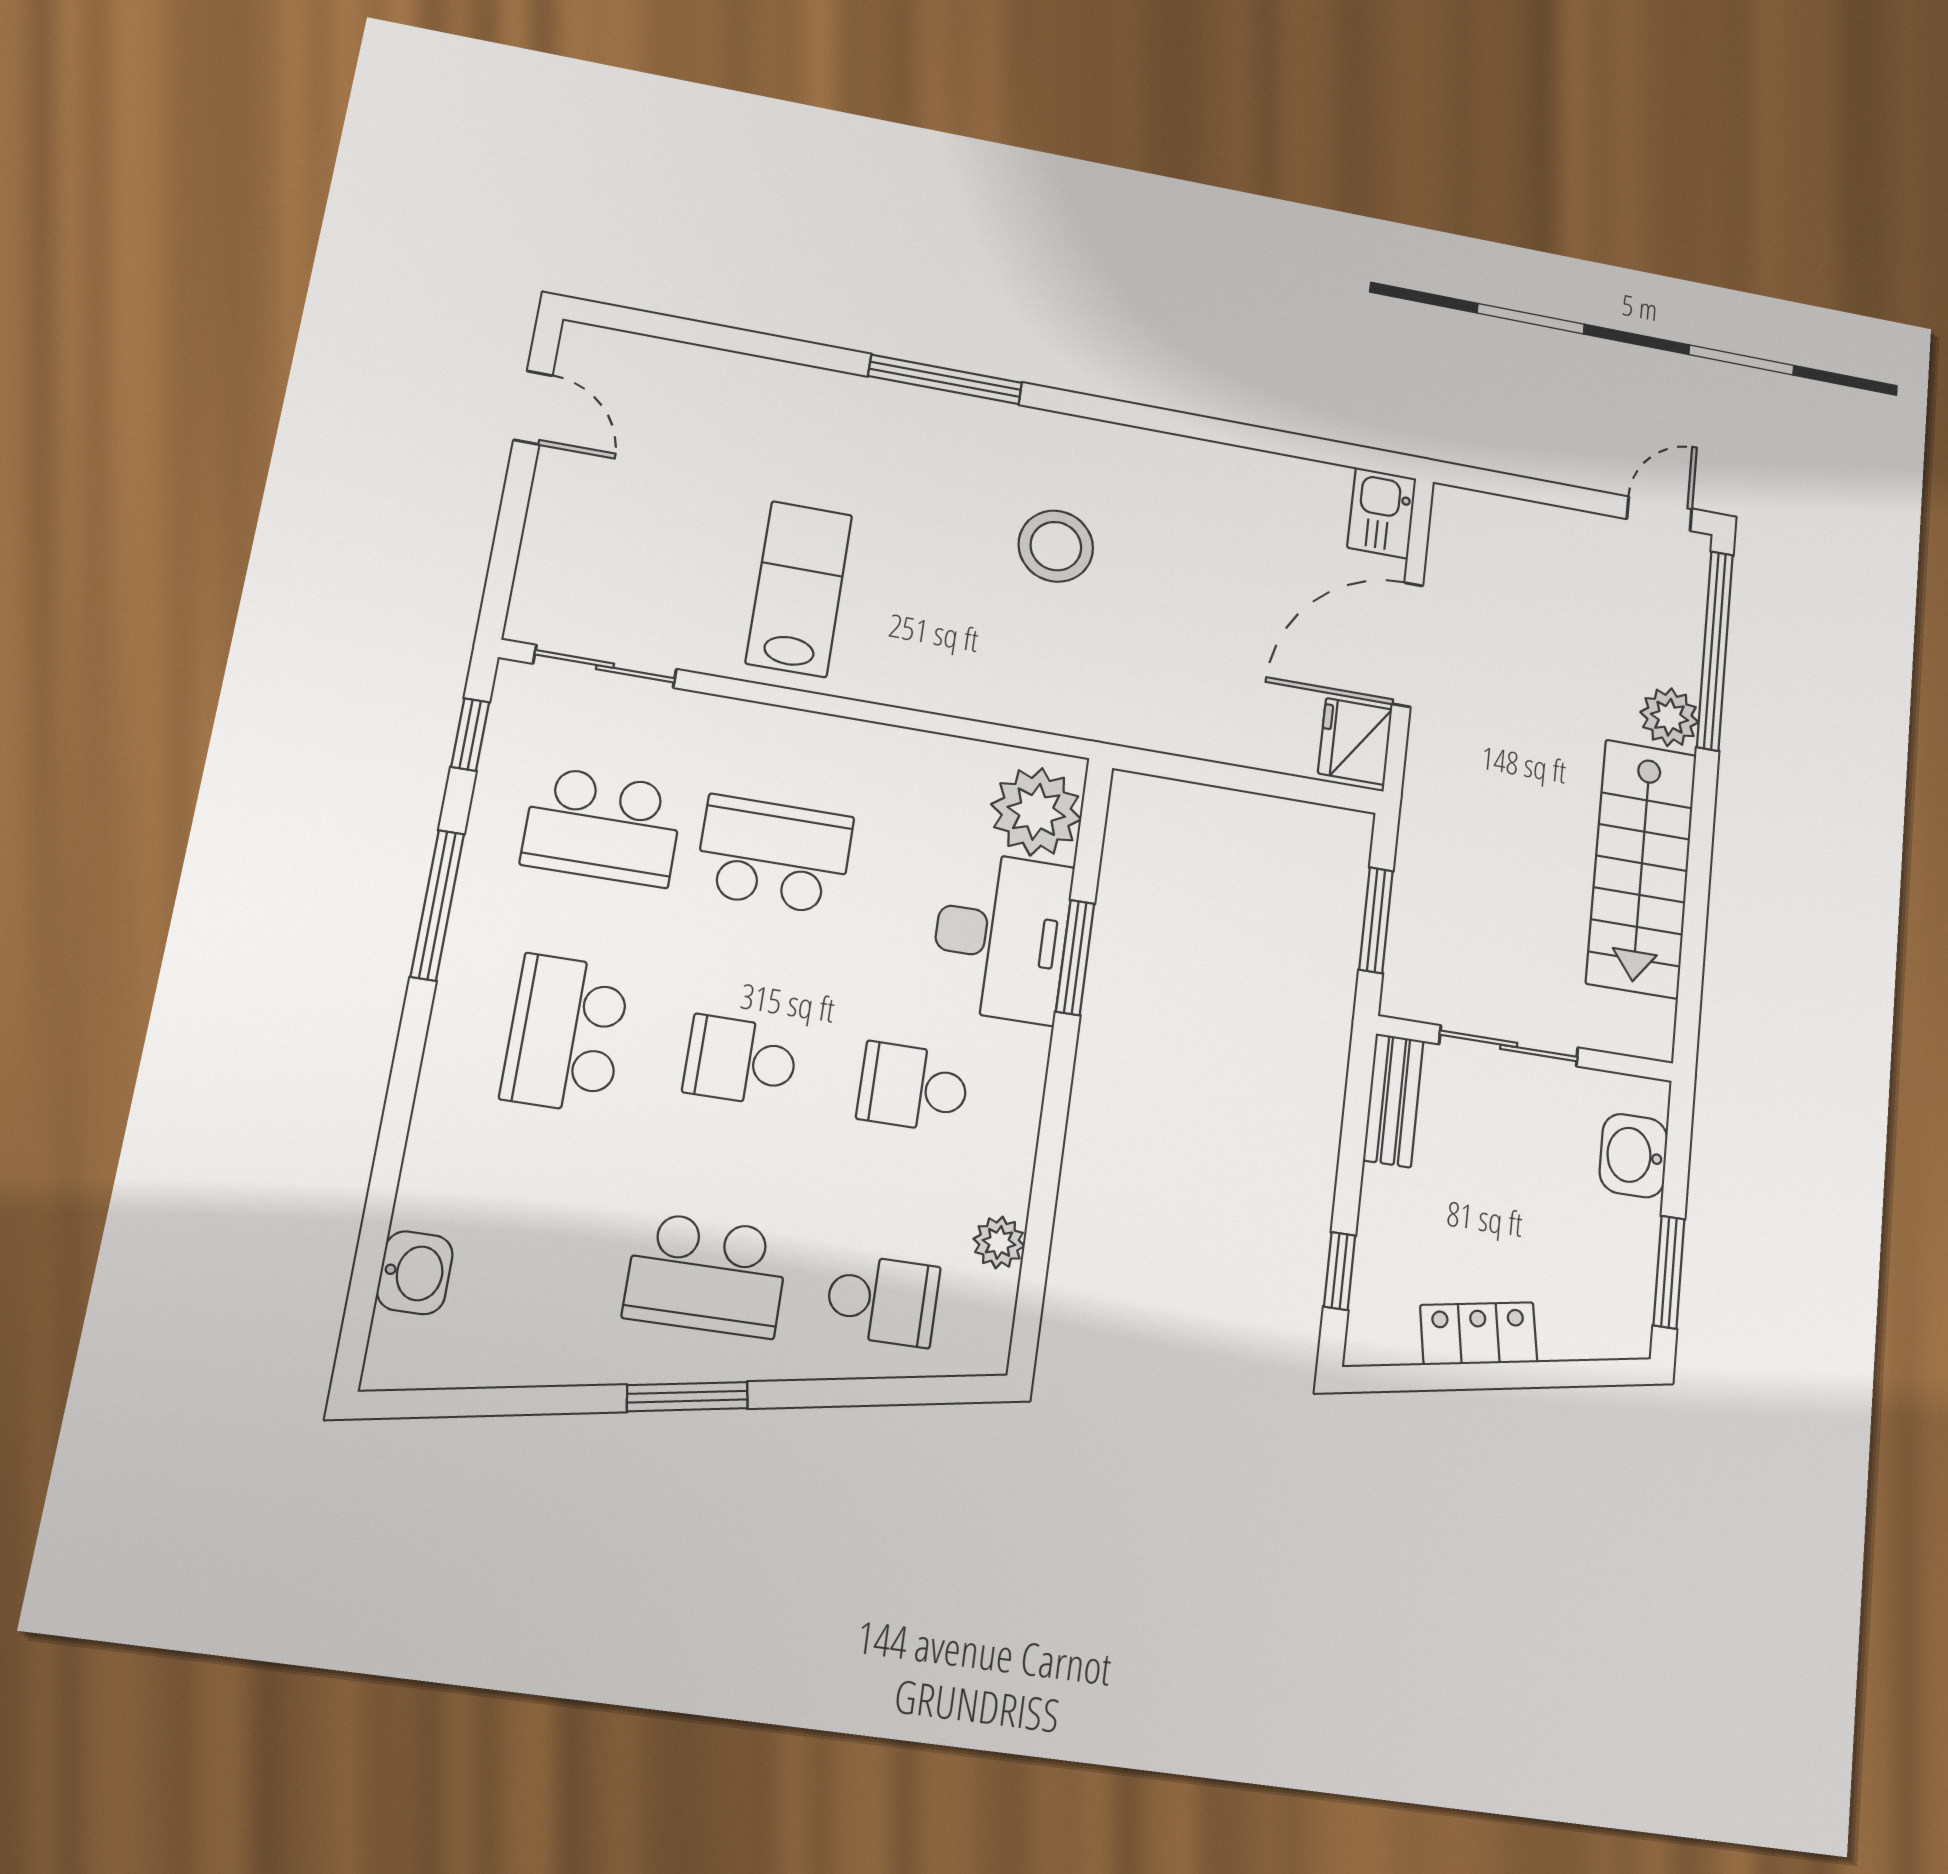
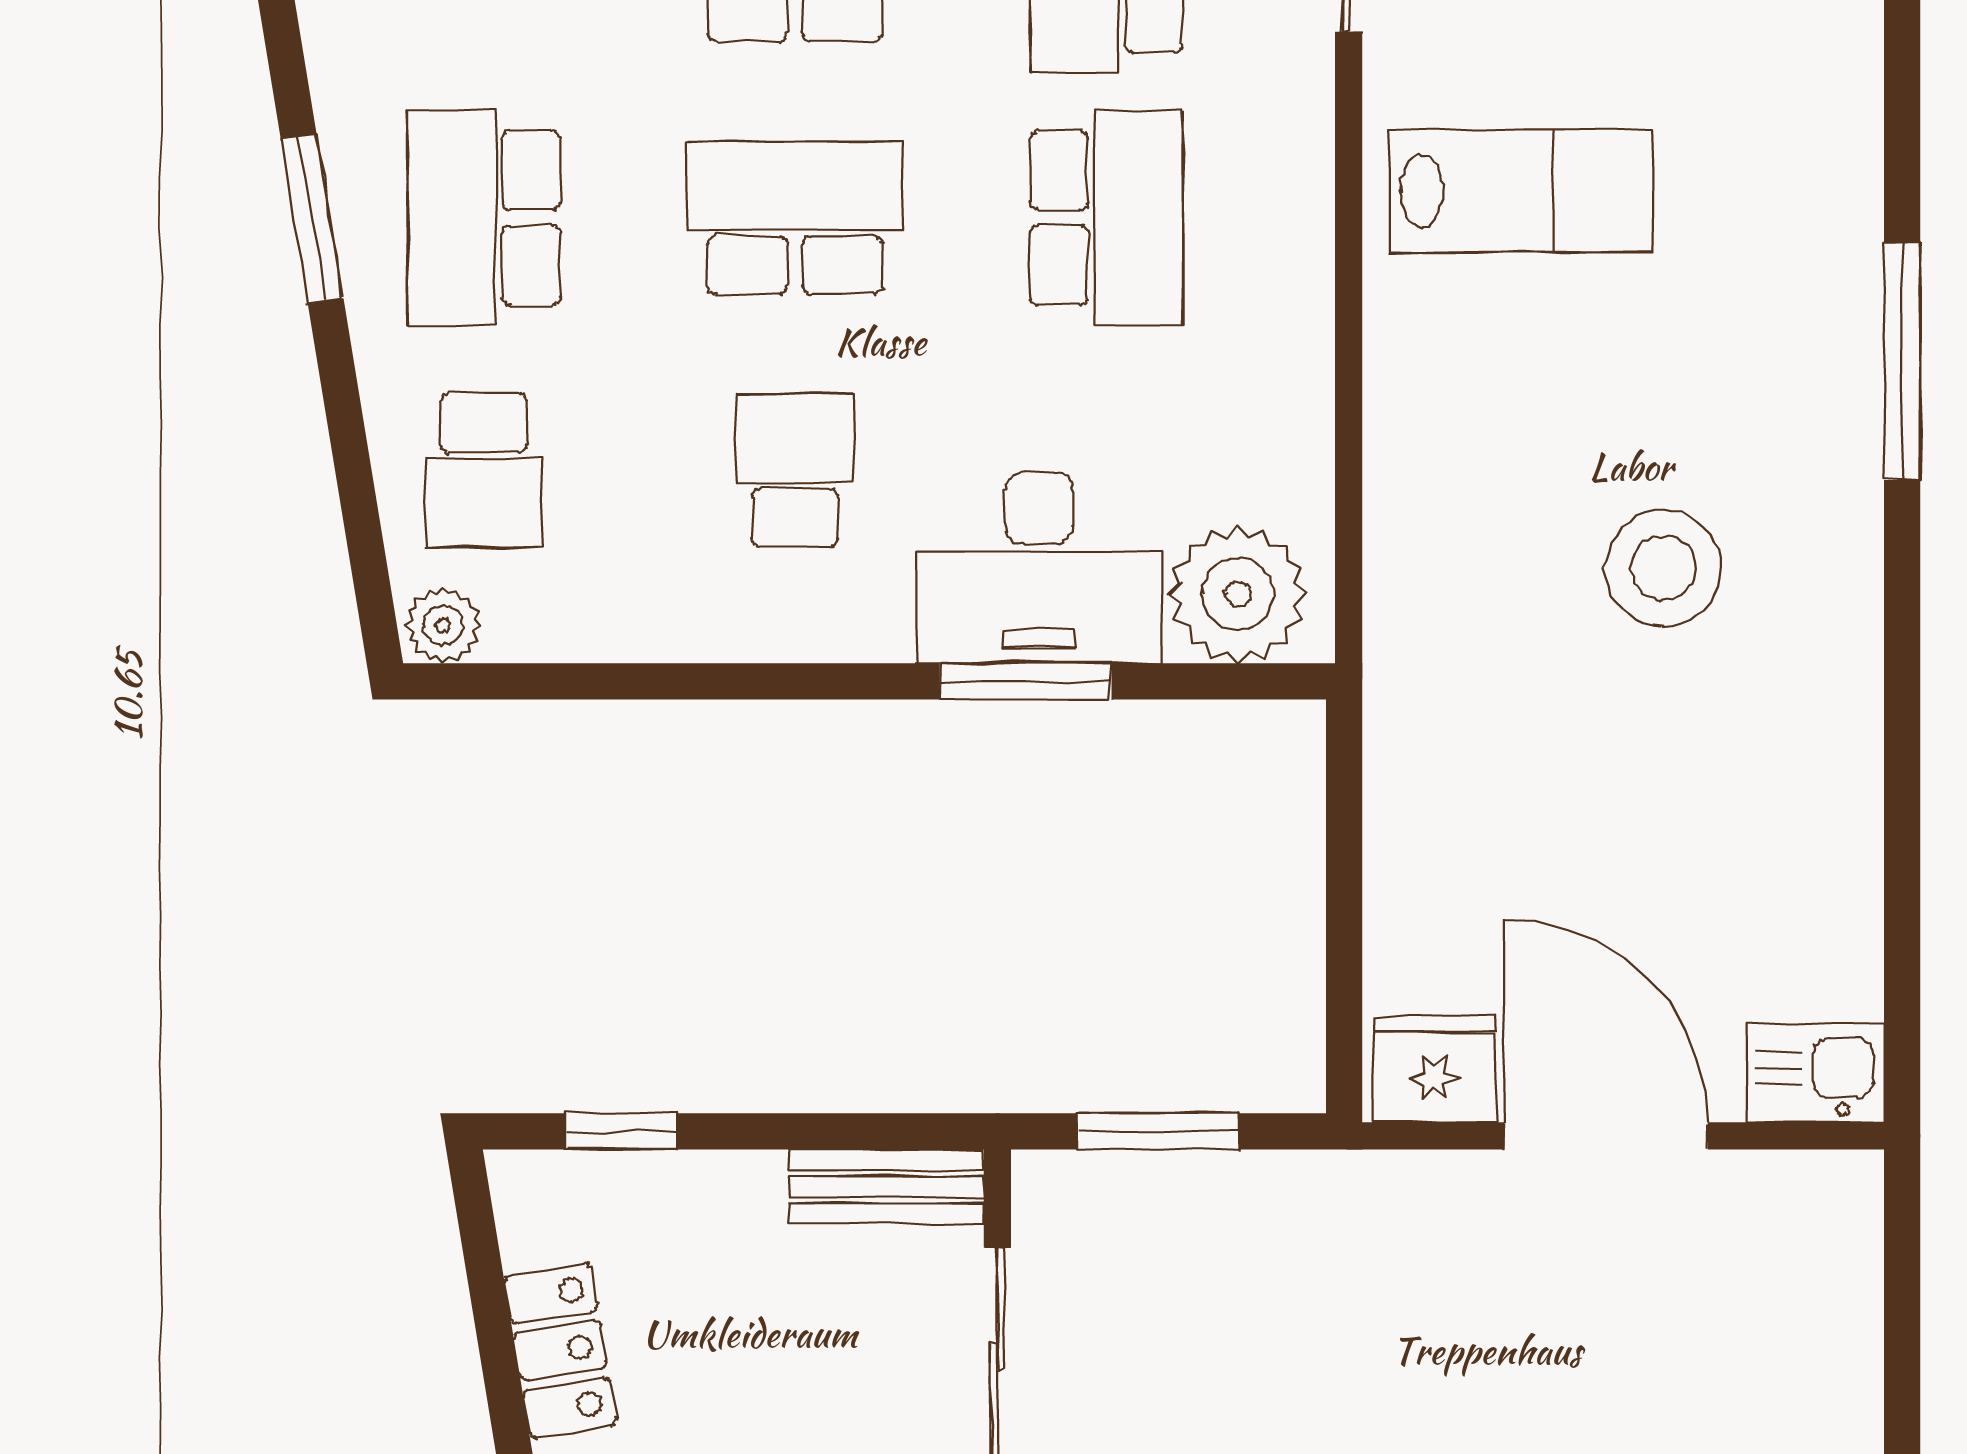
school desk: (741, 1061) -> (795, 218), width x1.85
plant: (999, 1242) -> (443, 625), moved

